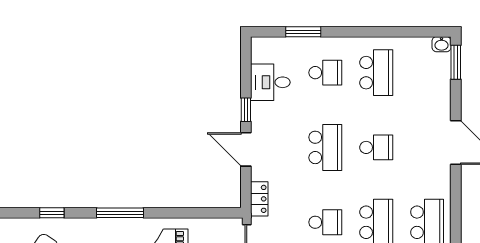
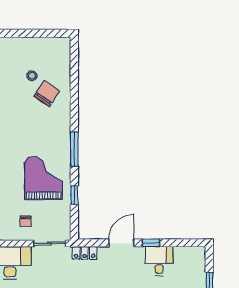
desk: (270, 82) -> (159, 261), moved
window: (52, 213) -> (74, 195), moved

